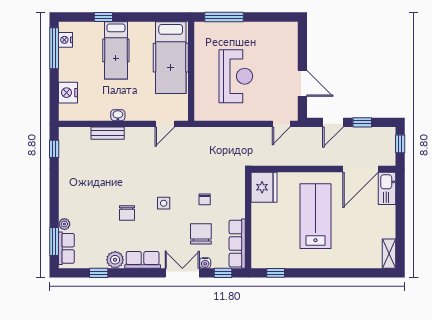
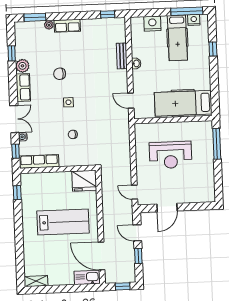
hospital bed: (116, 50) -> (177, 38), moved, turned -90
chair: (201, 234) -> (46, 133), removed
row of seats: (66, 248) -> (67, 26), moved

